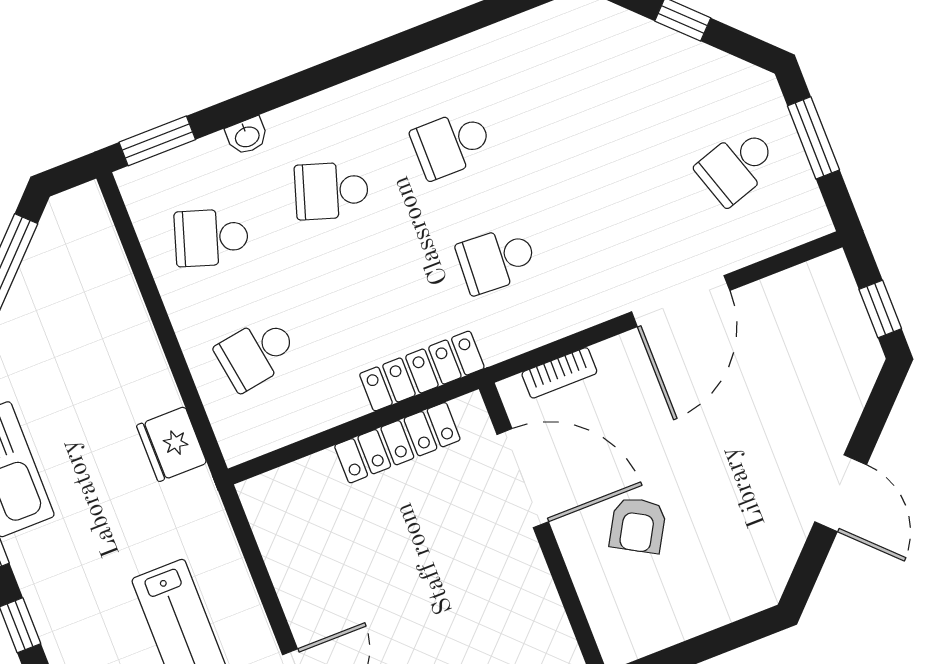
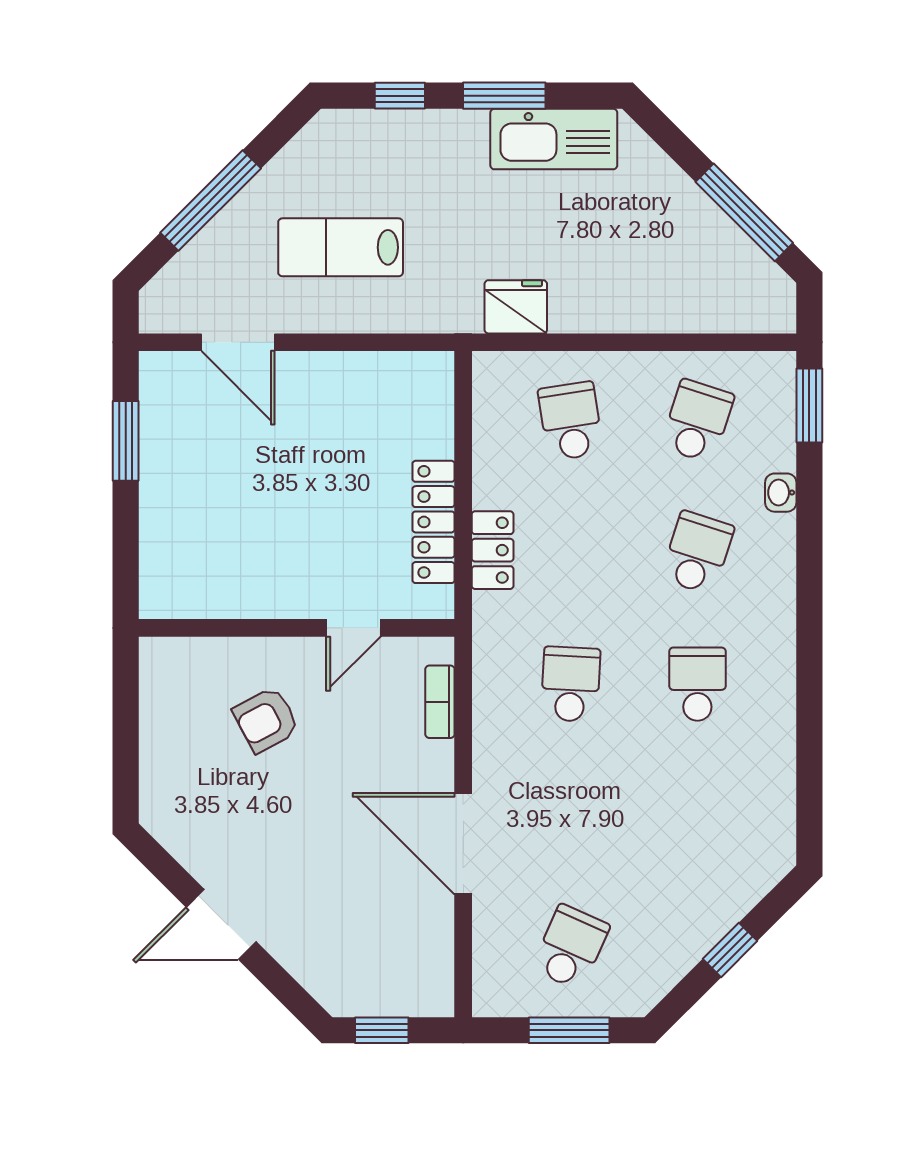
school desk: (737, 166) -> (571, 947), turned 42
locker: (422, 371) -> (493, 550), width x0.66
door: (523, 478) -> (353, 628), width x0.53
armchair: (638, 525) -> (266, 720), turned -58

